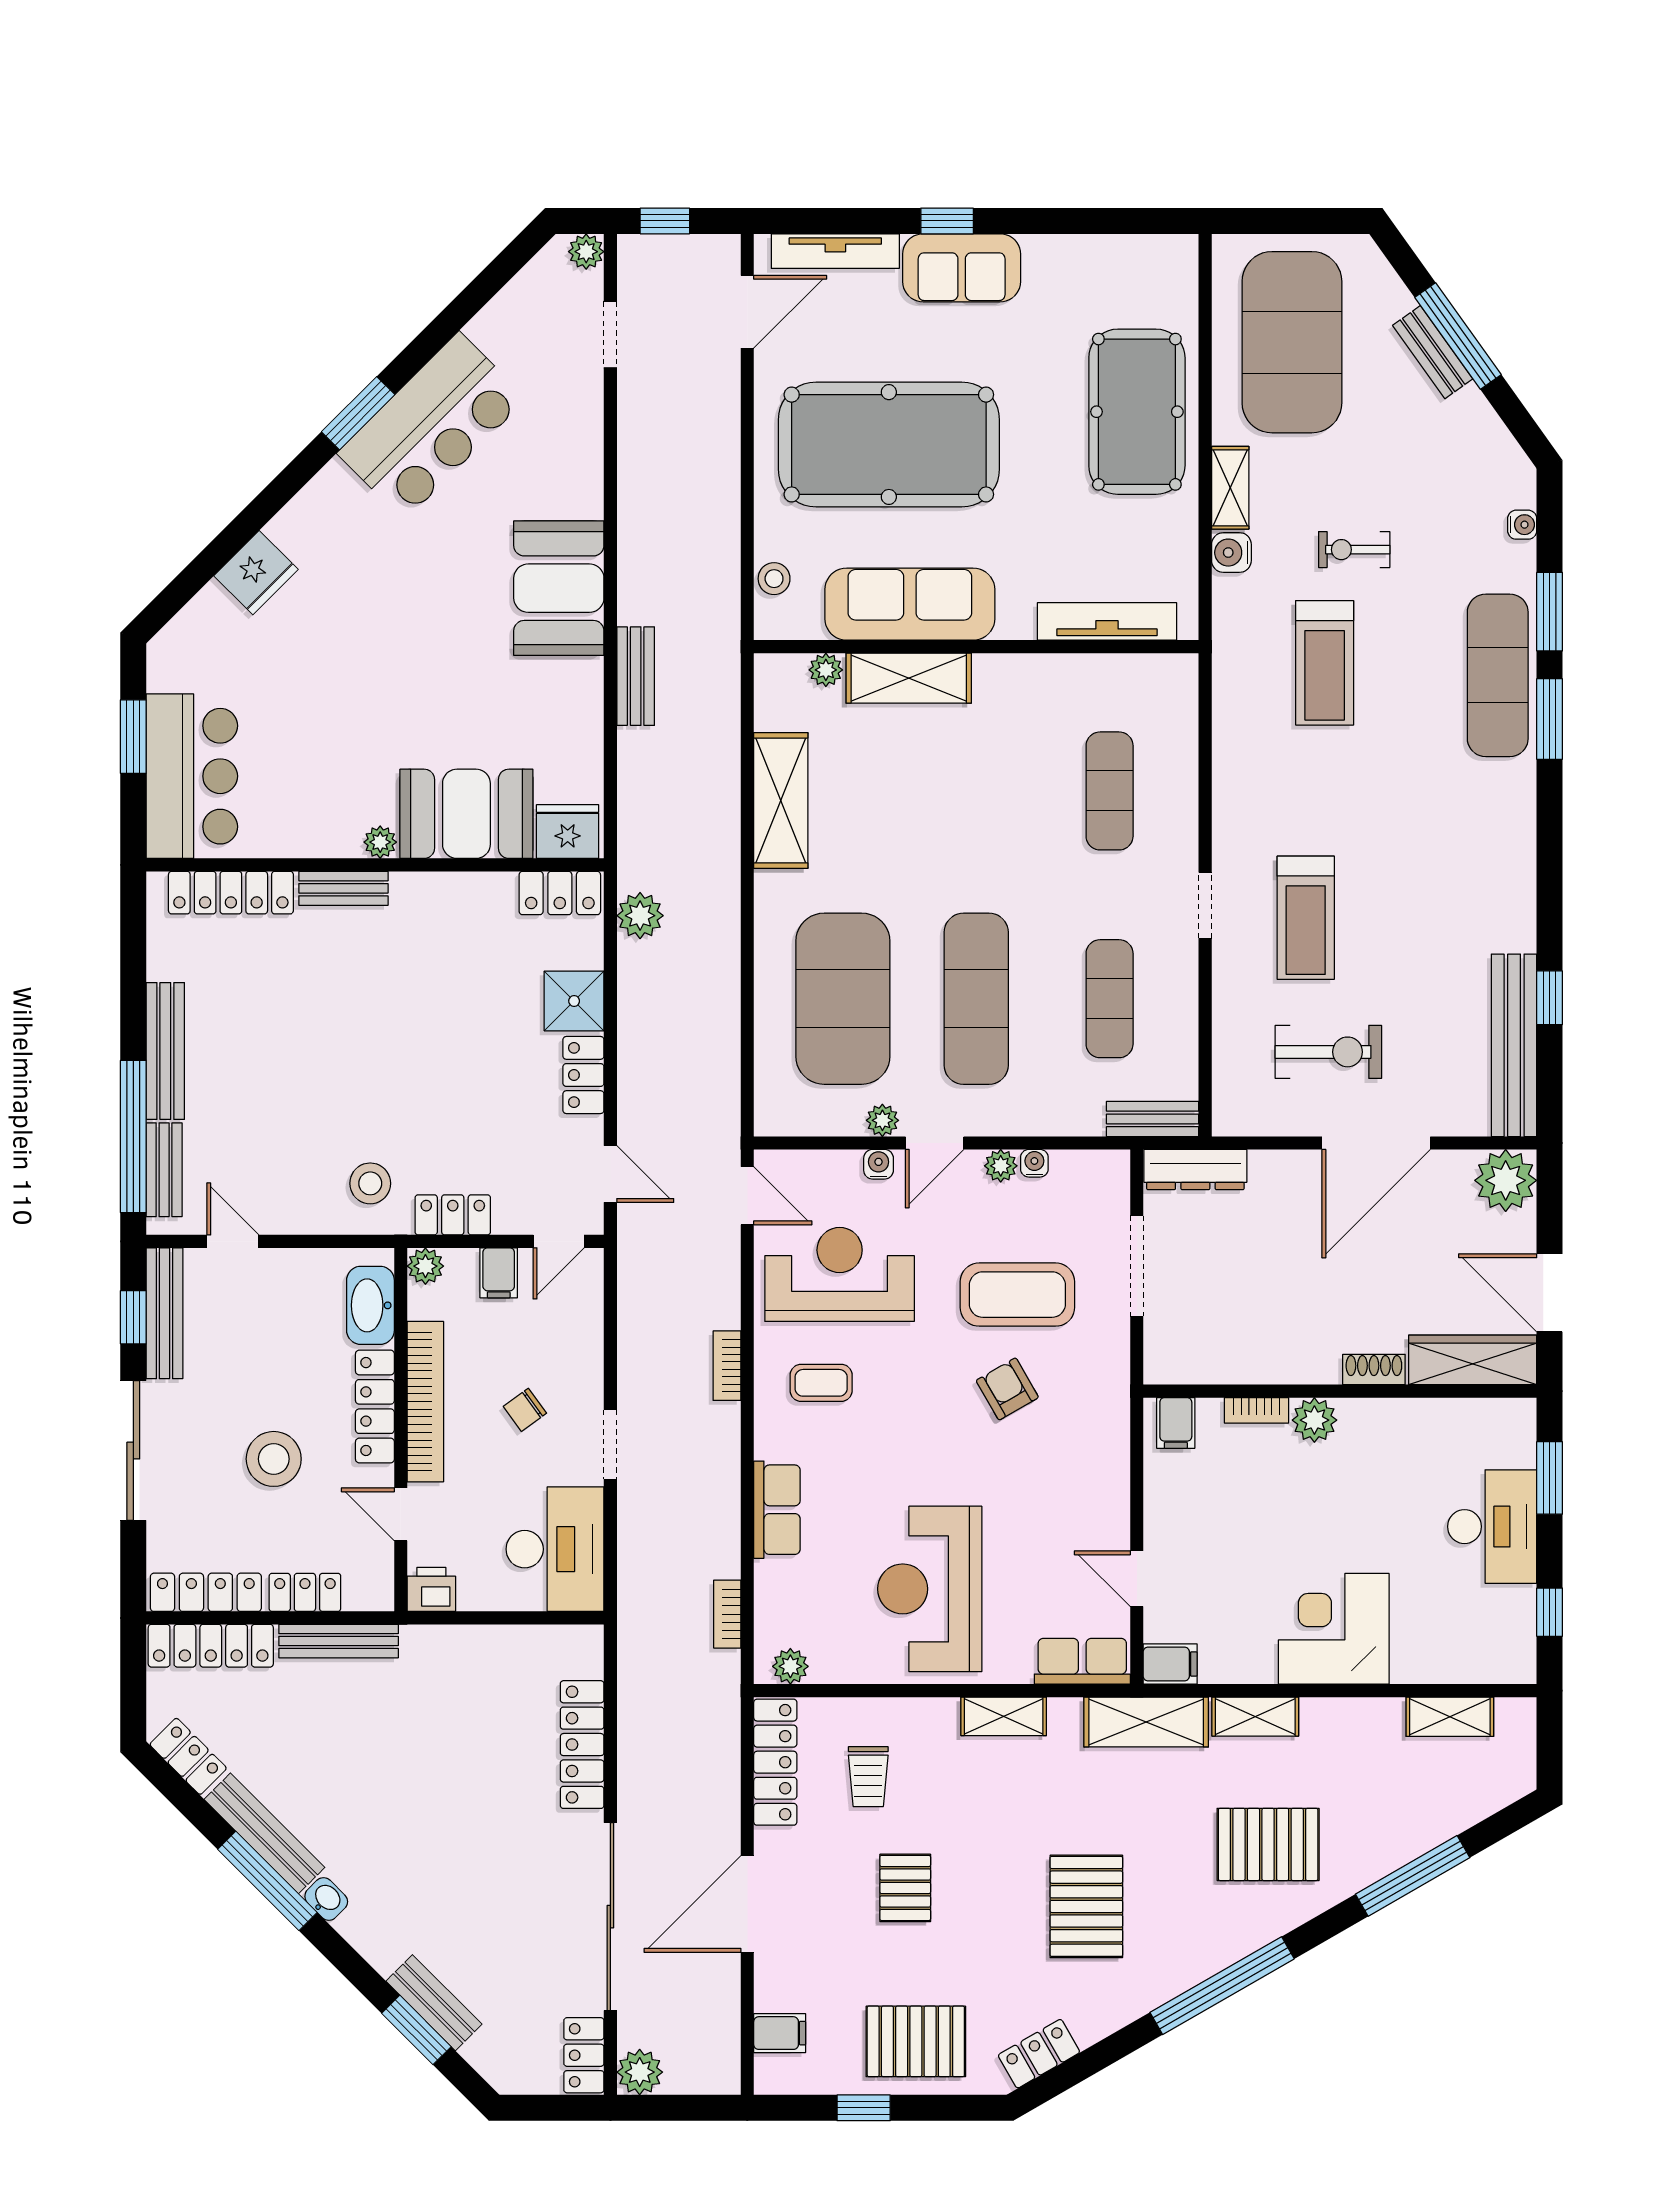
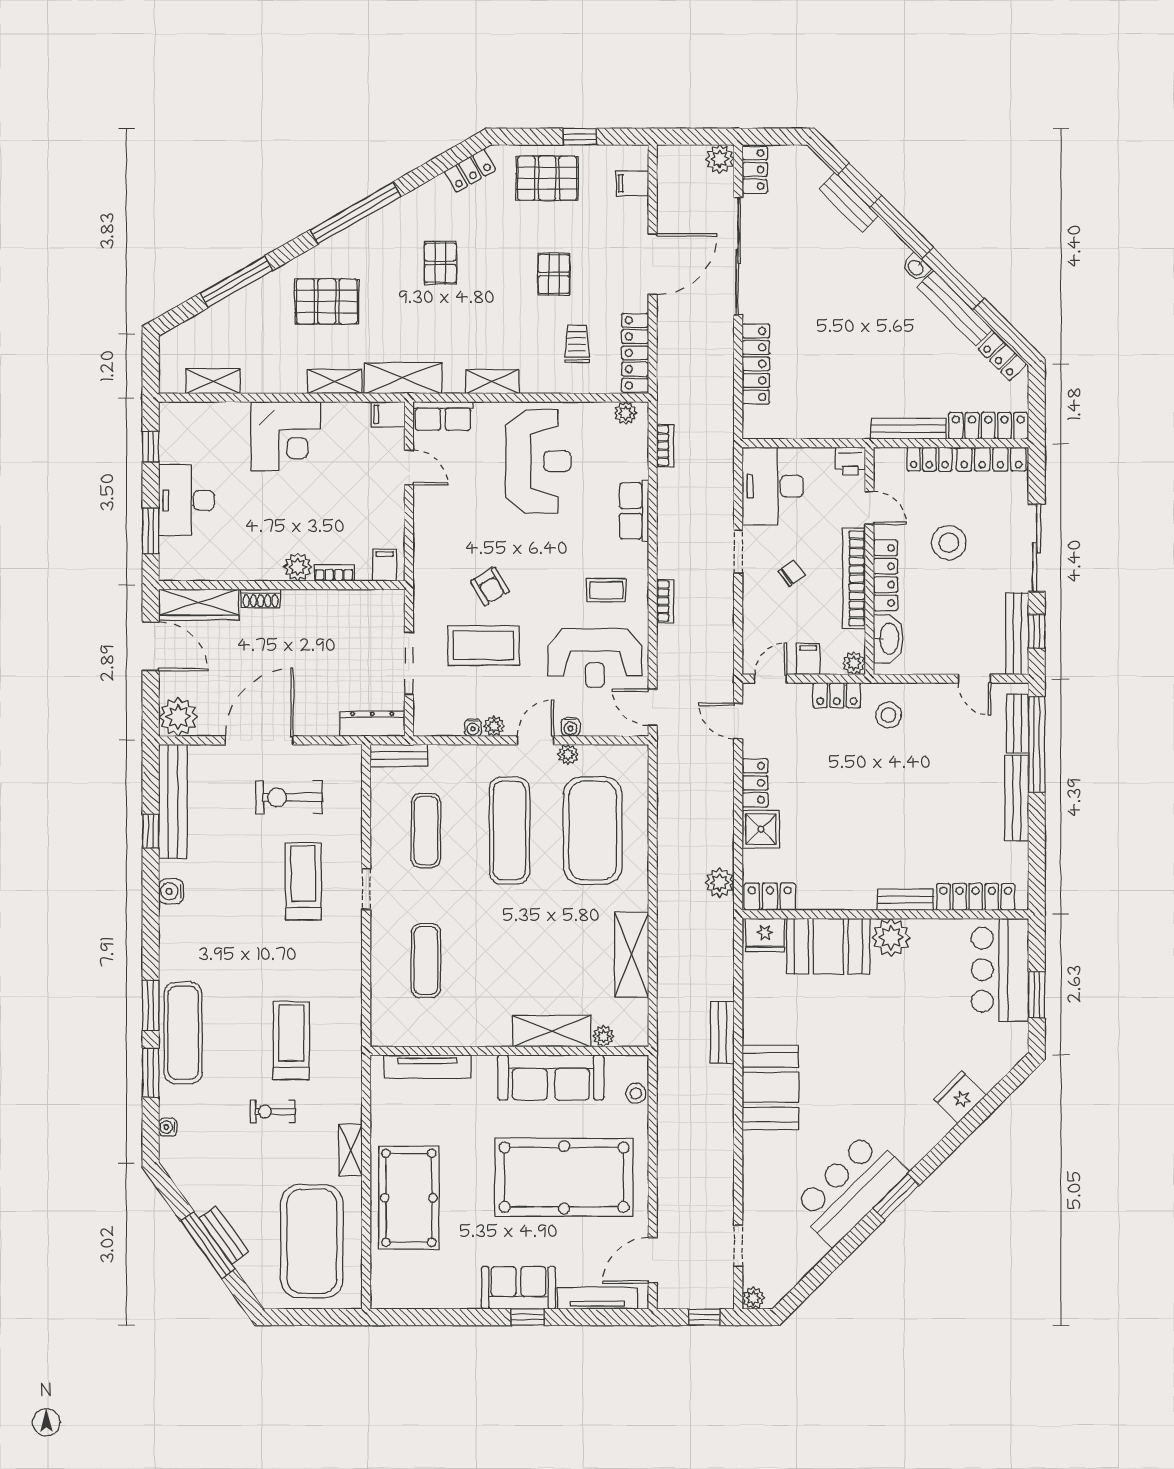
exercise bike: (1354, 550) -> (273, 1112), turned 180
water cooler: (1231, 553) -> (171, 891), moved, turned 180
plant: (380, 842) -> (891, 937), width x1.88, depth x1.88
pallet: (1086, 1906) -> (440, 263), width x0.67, depth x0.71

